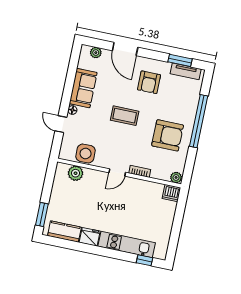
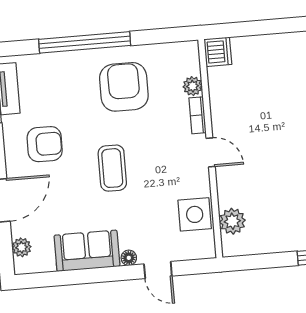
door: (61, 124) -> (158, 270), hinge flipped
plant: (176, 177) -> (193, 86), moved

